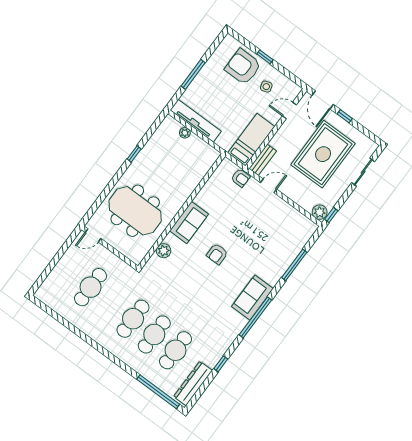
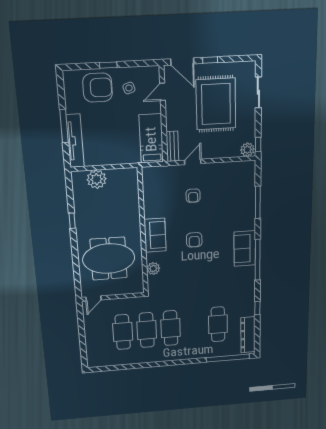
armchair: (243, 67) -> (98, 88), turned 180
tv unit: (196, 121) -> (75, 141), moved, turned 90
plant: (185, 133) -> (97, 179), width x1.88, depth x1.88
armchair: (240, 178) -> (193, 196), moved, turned 90
cafe table: (154, 334) -> (147, 330), moved

